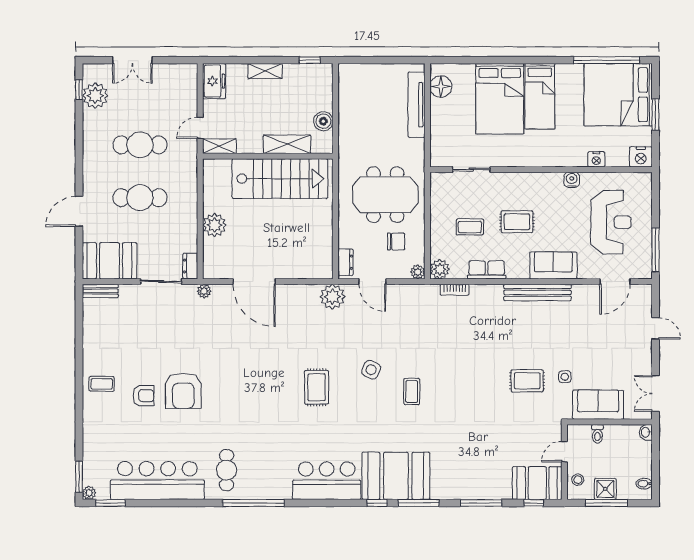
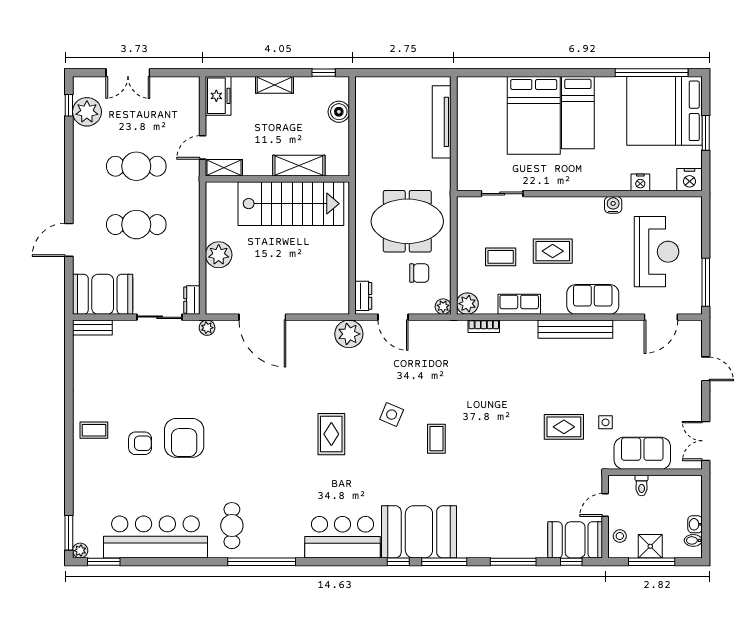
floor lamp: (441, 87) -> (469, 102), removed
boiler: (323, 121) -> (339, 112), moved
washbasin: (646, 432) -> (695, 524), moved

